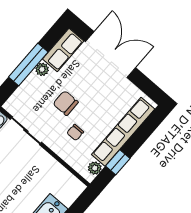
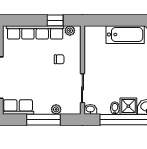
plant: (42, 69) -> (56, 109), moved
chair: (66, 103) -> (47, 79), removed

